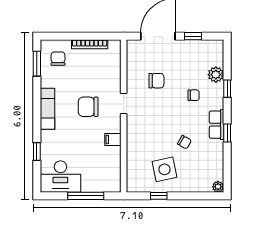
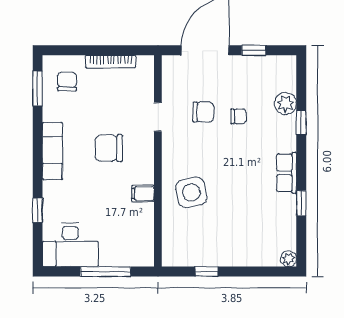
chair: (193, 95) -> (238, 116), moved
doorway: (124, 103) -> (158, 117), moved
window: (227, 133) -> (301, 203), moved
chair: (184, 142) -> (242, 197), removed
side table: (165, 169) -> (191, 192), moved

